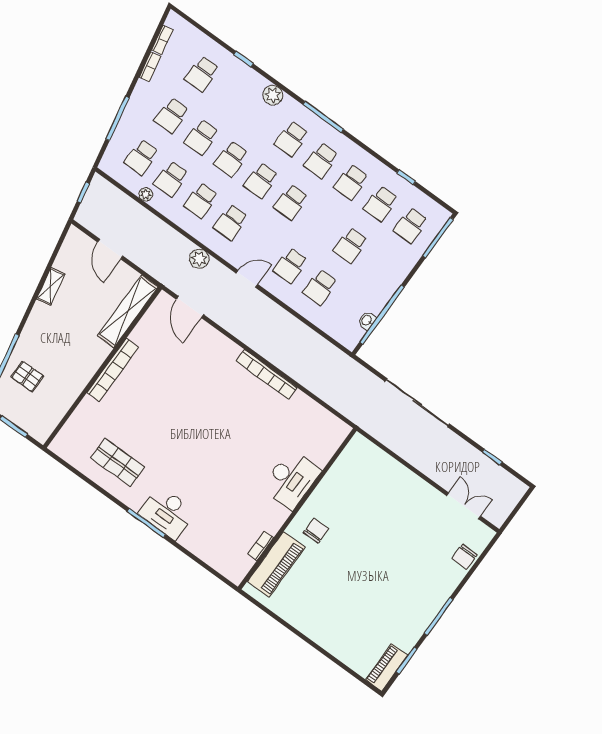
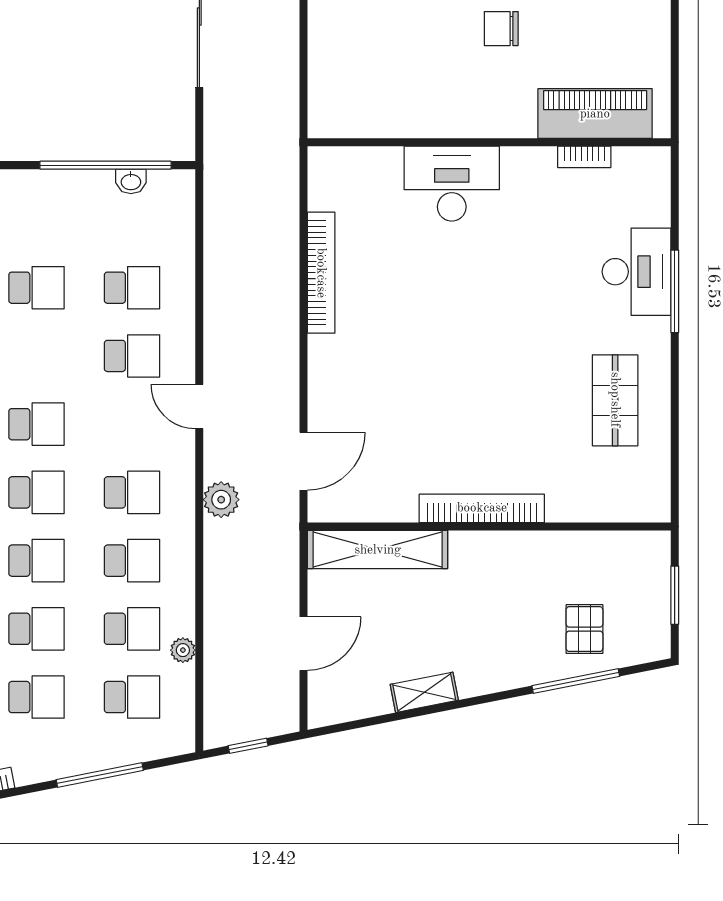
desk: (291, 479) -> (452, 184), moved
wall: (297, 509) -> (489, 142), moved
bookcase: (261, 546) -> (584, 157), moved
piano: (276, 564) -> (595, 114), moved

